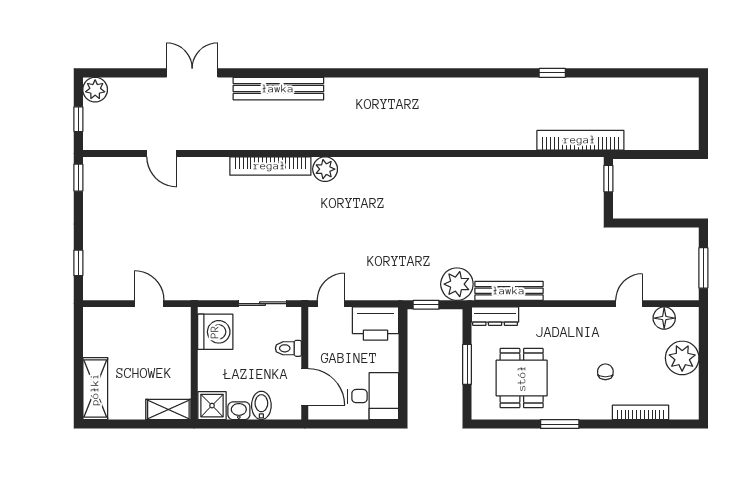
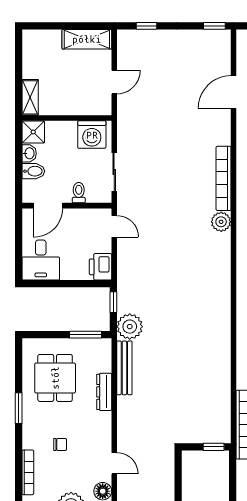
door: (162, 153) -> (233, 92), width x1.38
dresser: (495, 316) -> (104, 392), moved
printer: (375, 324) -> (101, 267), width x0.73, depth x0.84
window: (467, 364) -> (85, 335), moved
dining table: (522, 378) -> (55, 378), turned 90
shelving: (95, 389) -> (87, 39), moved

